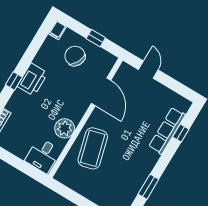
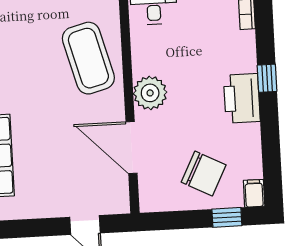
window: (96, 38) -> (227, 217), moved
plant: (65, 128) -> (150, 93), moved

